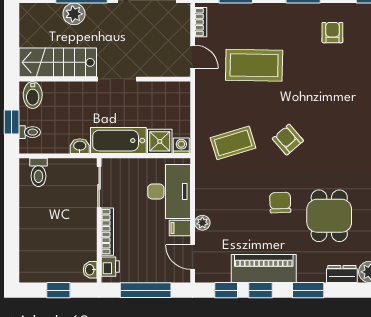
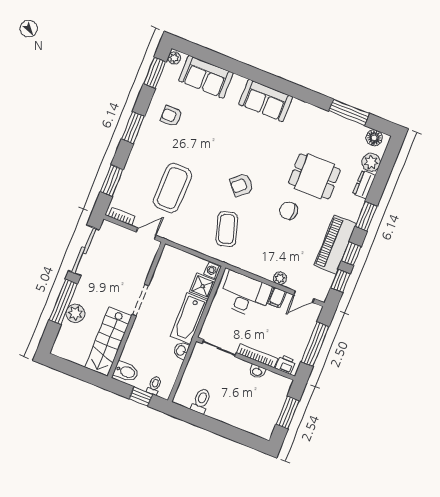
toilet: (38, 172) -> (201, 401), moved, turned -90
washbasin: (90, 270) -> (257, 372), moved
window: (58, 290) -> (288, 413), width x1.50

